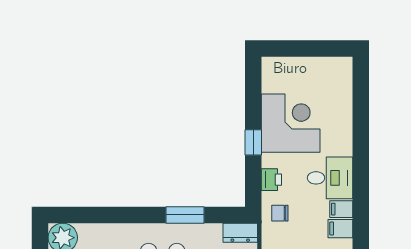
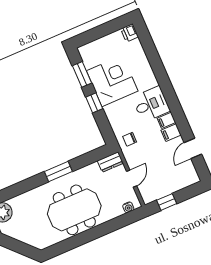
window: (253, 96) -> (82, 74), added
printer: (271, 180) -> (129, 33), moved, turned 180
window: (185, 215) -> (58, 171), moved

